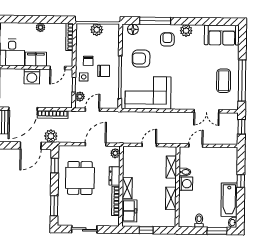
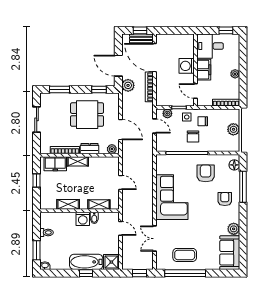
plant: (186, 31) -> (234, 229), moved
armchair: (167, 39) -> (225, 199), turned -90
corner sofa: (148, 93) -> (172, 197), moved
shower: (230, 155) -> (111, 262), added
bathtub: (229, 200) -> (86, 262), moved

